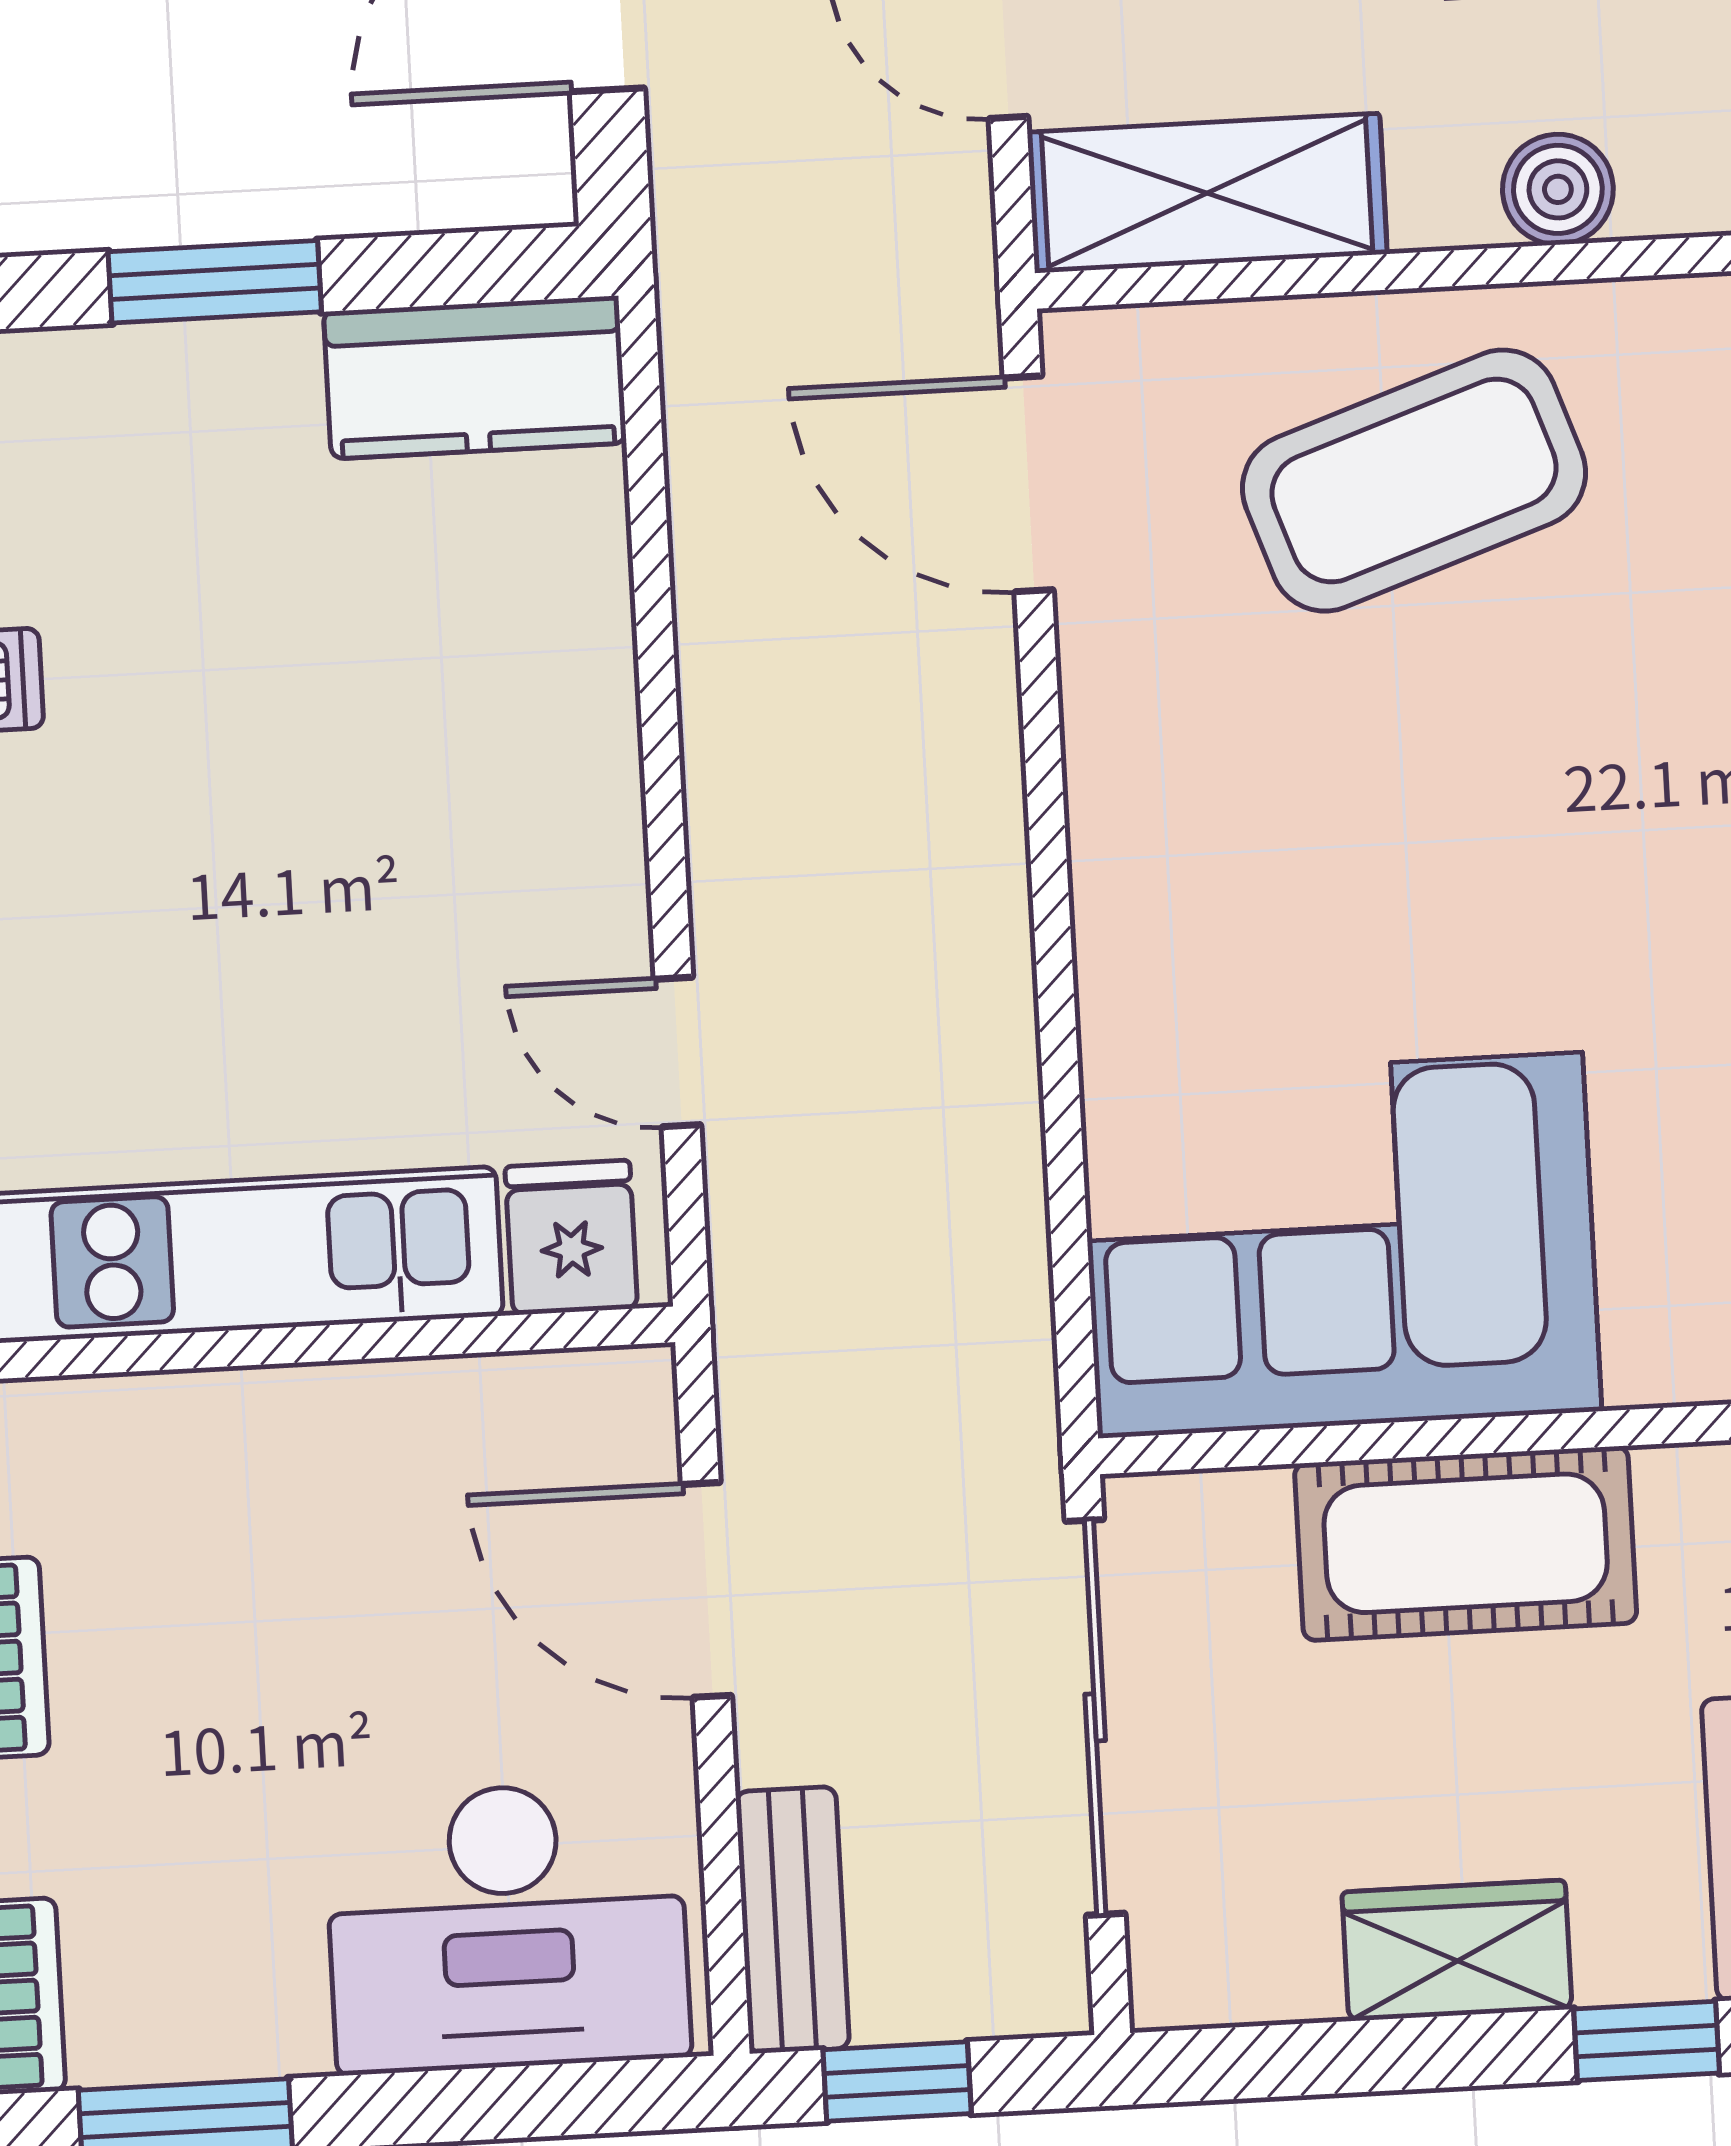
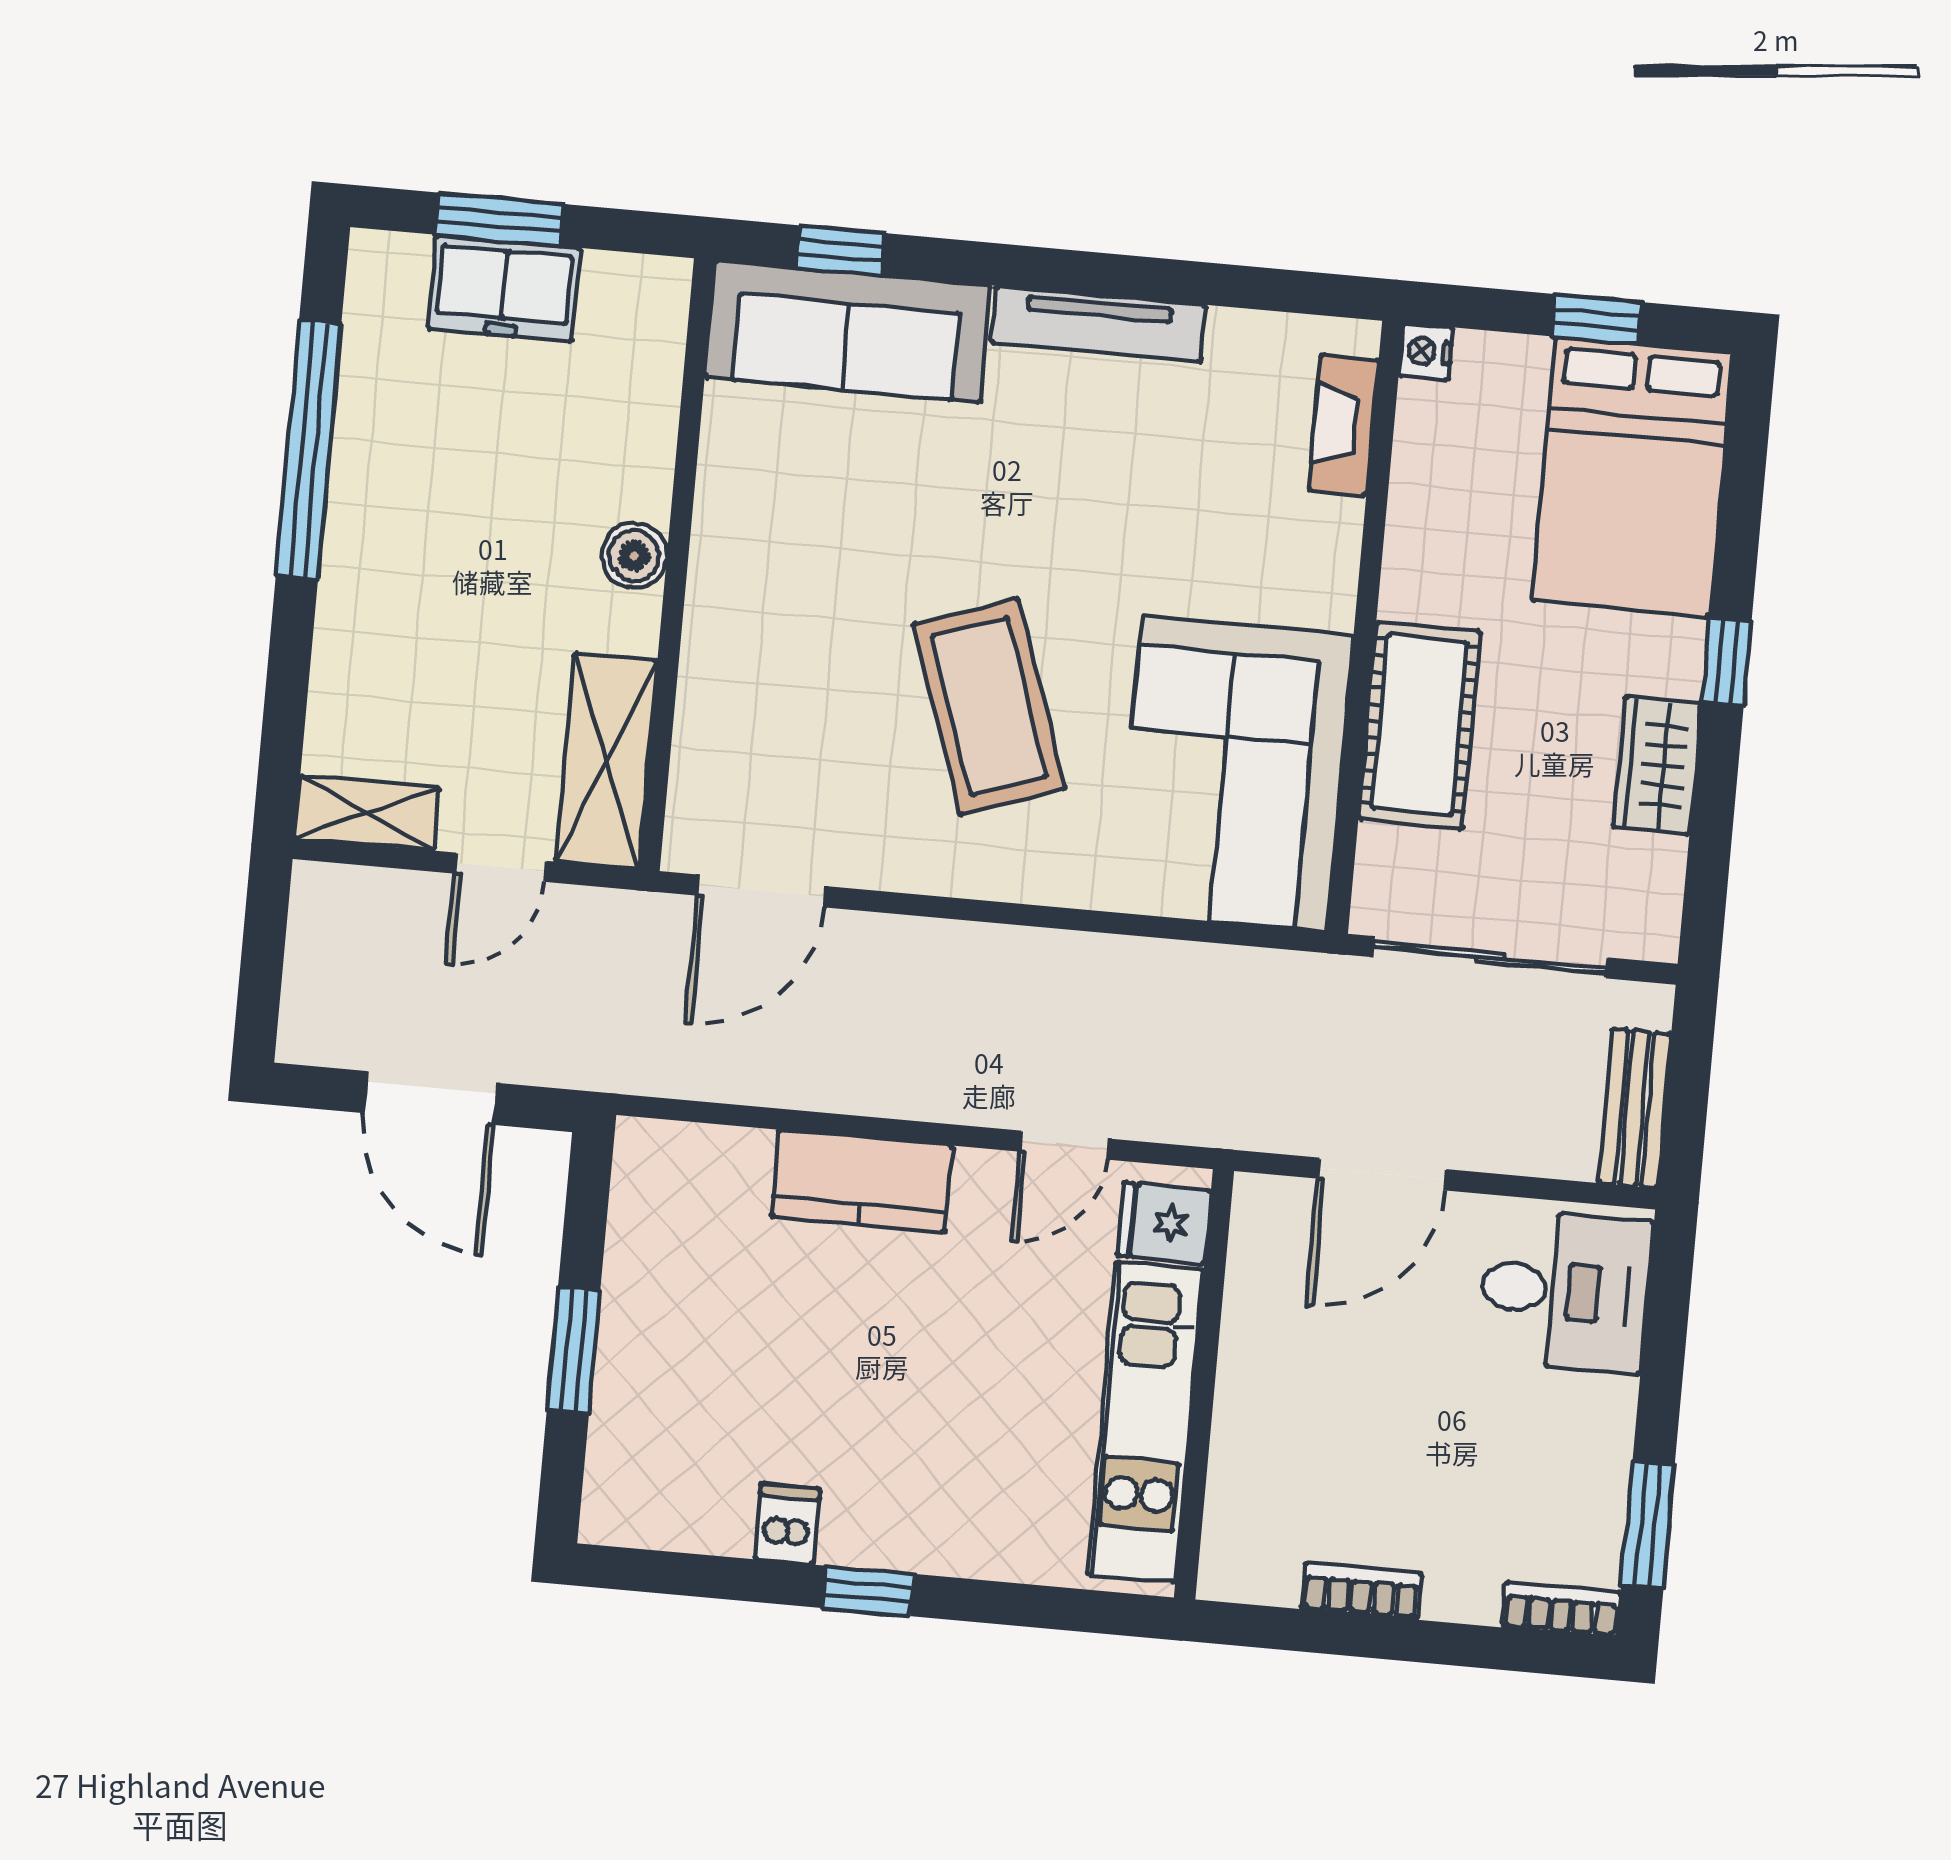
kitchen counter: (475, 377) -> (862, 1181), moved, turned 90
coffee table: (1414, 481) -> (989, 706), moved
bench: (792, 1920) -> (1635, 1108), moved, turned 90
desk: (507, 1927) -> (1565, 1291), width x0.73
window: (897, 2082) -> (1686, 1104), removed

